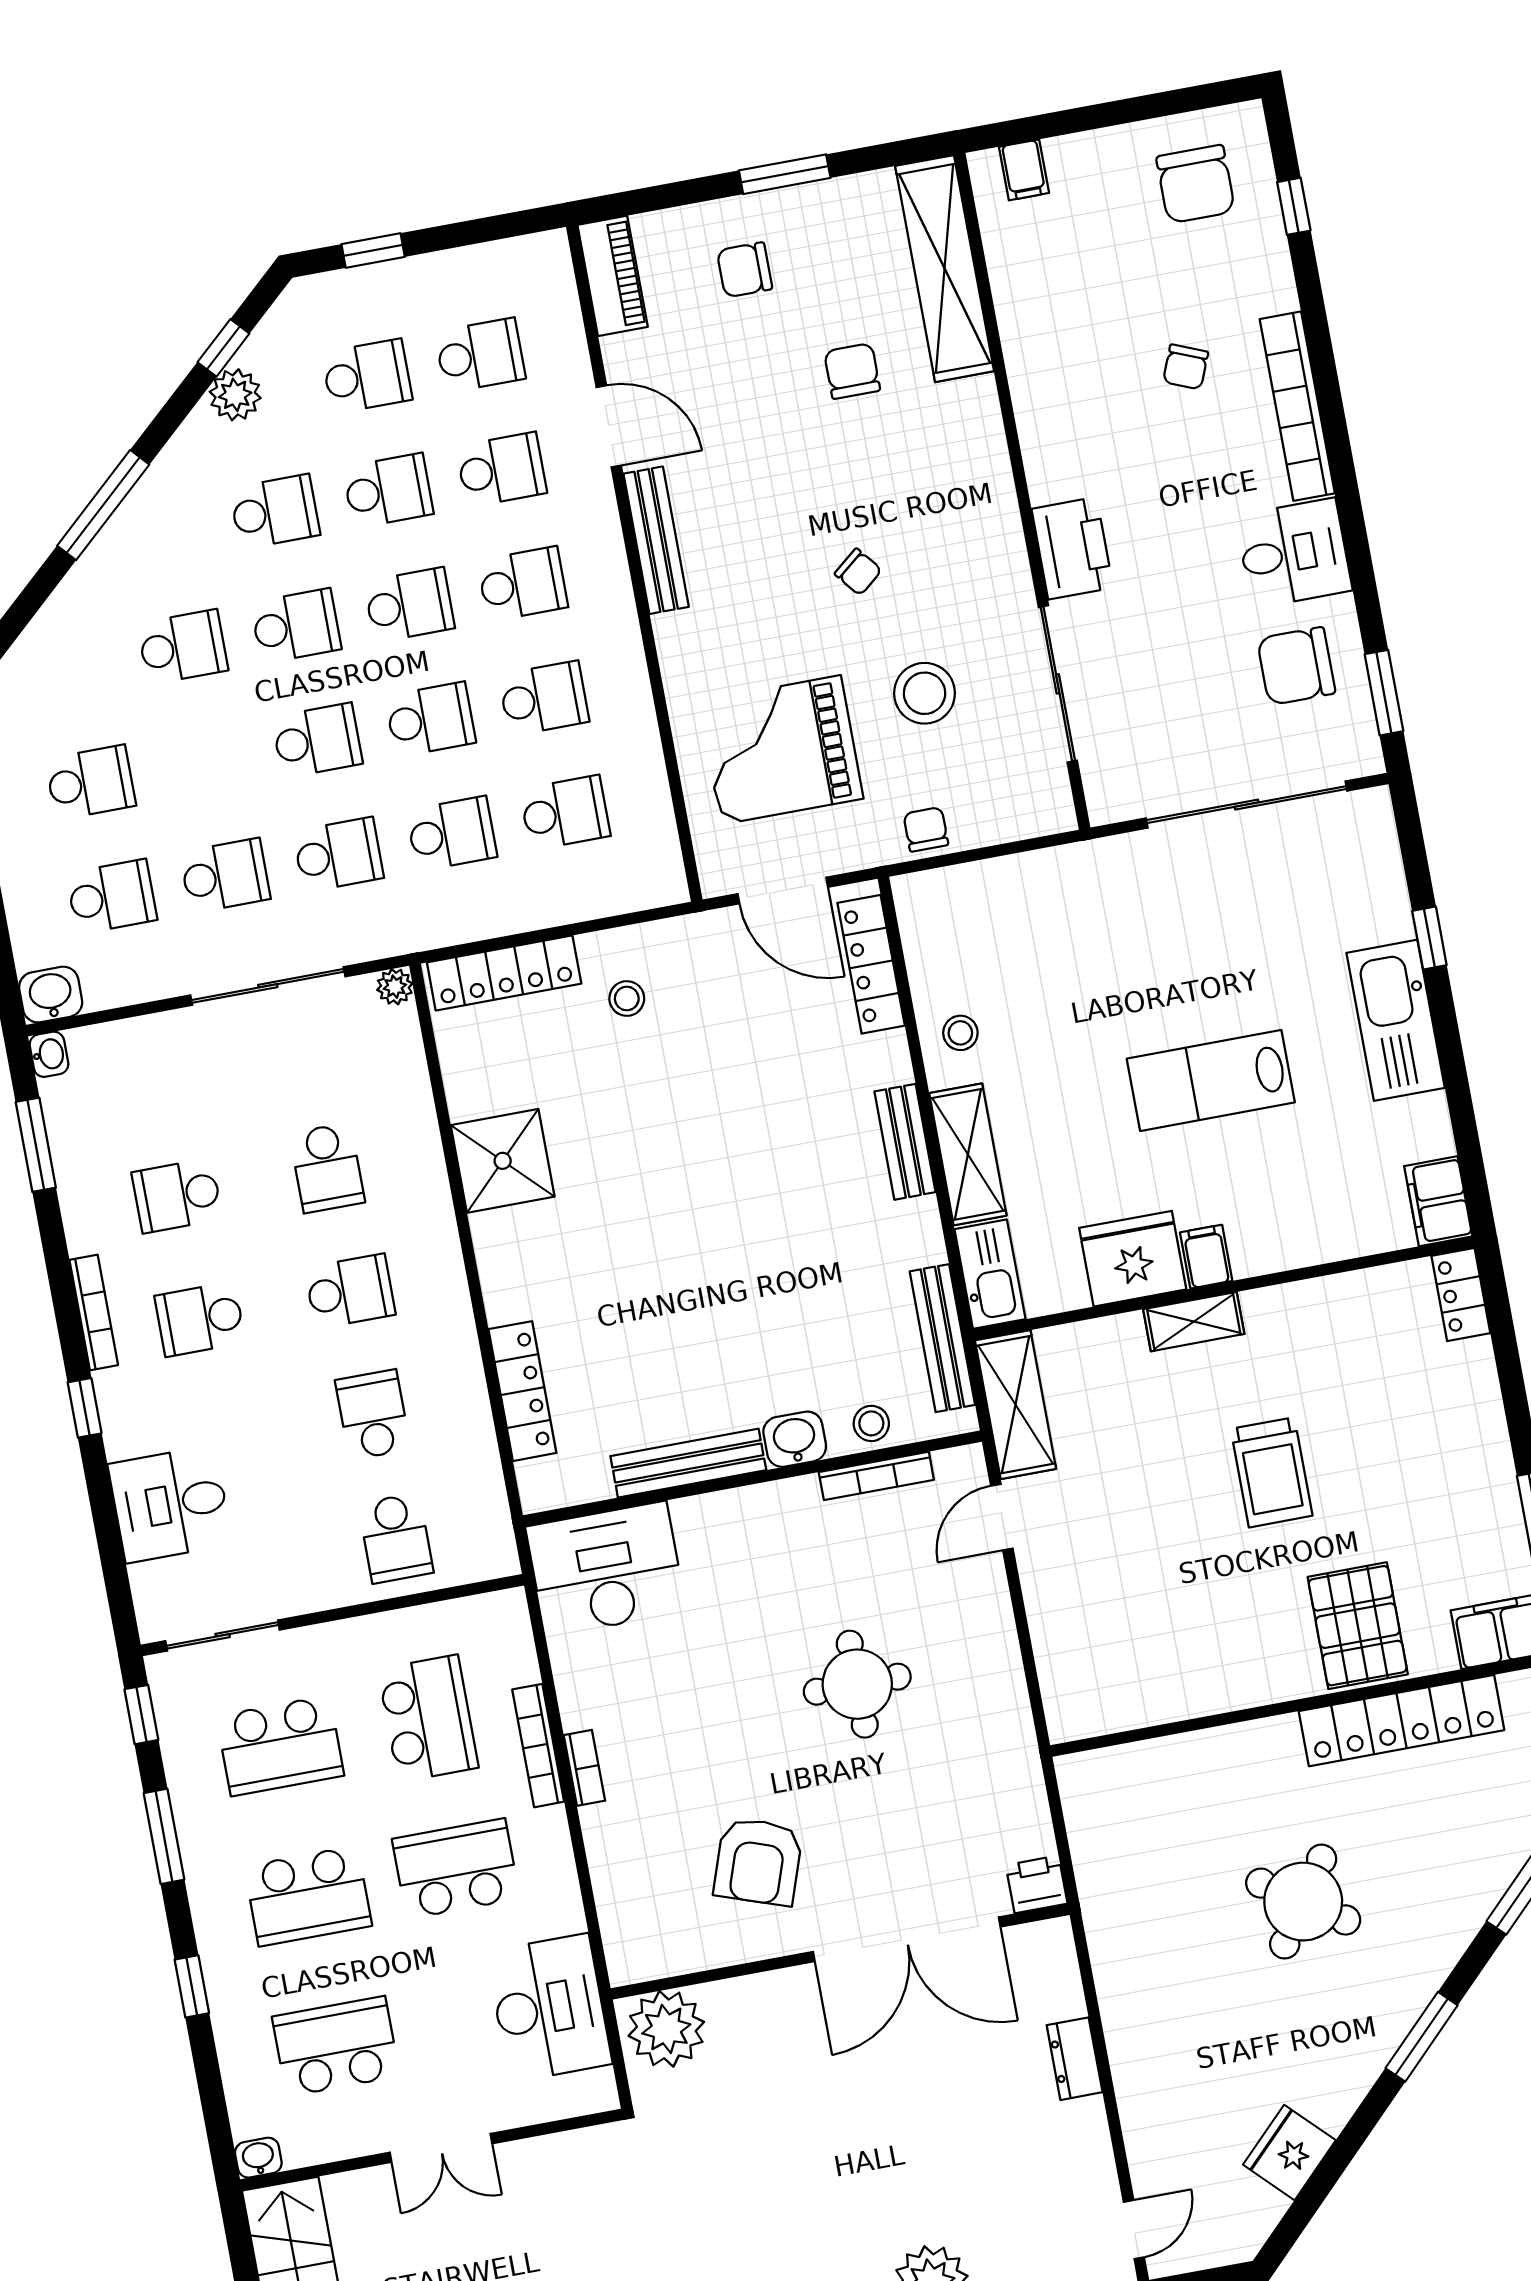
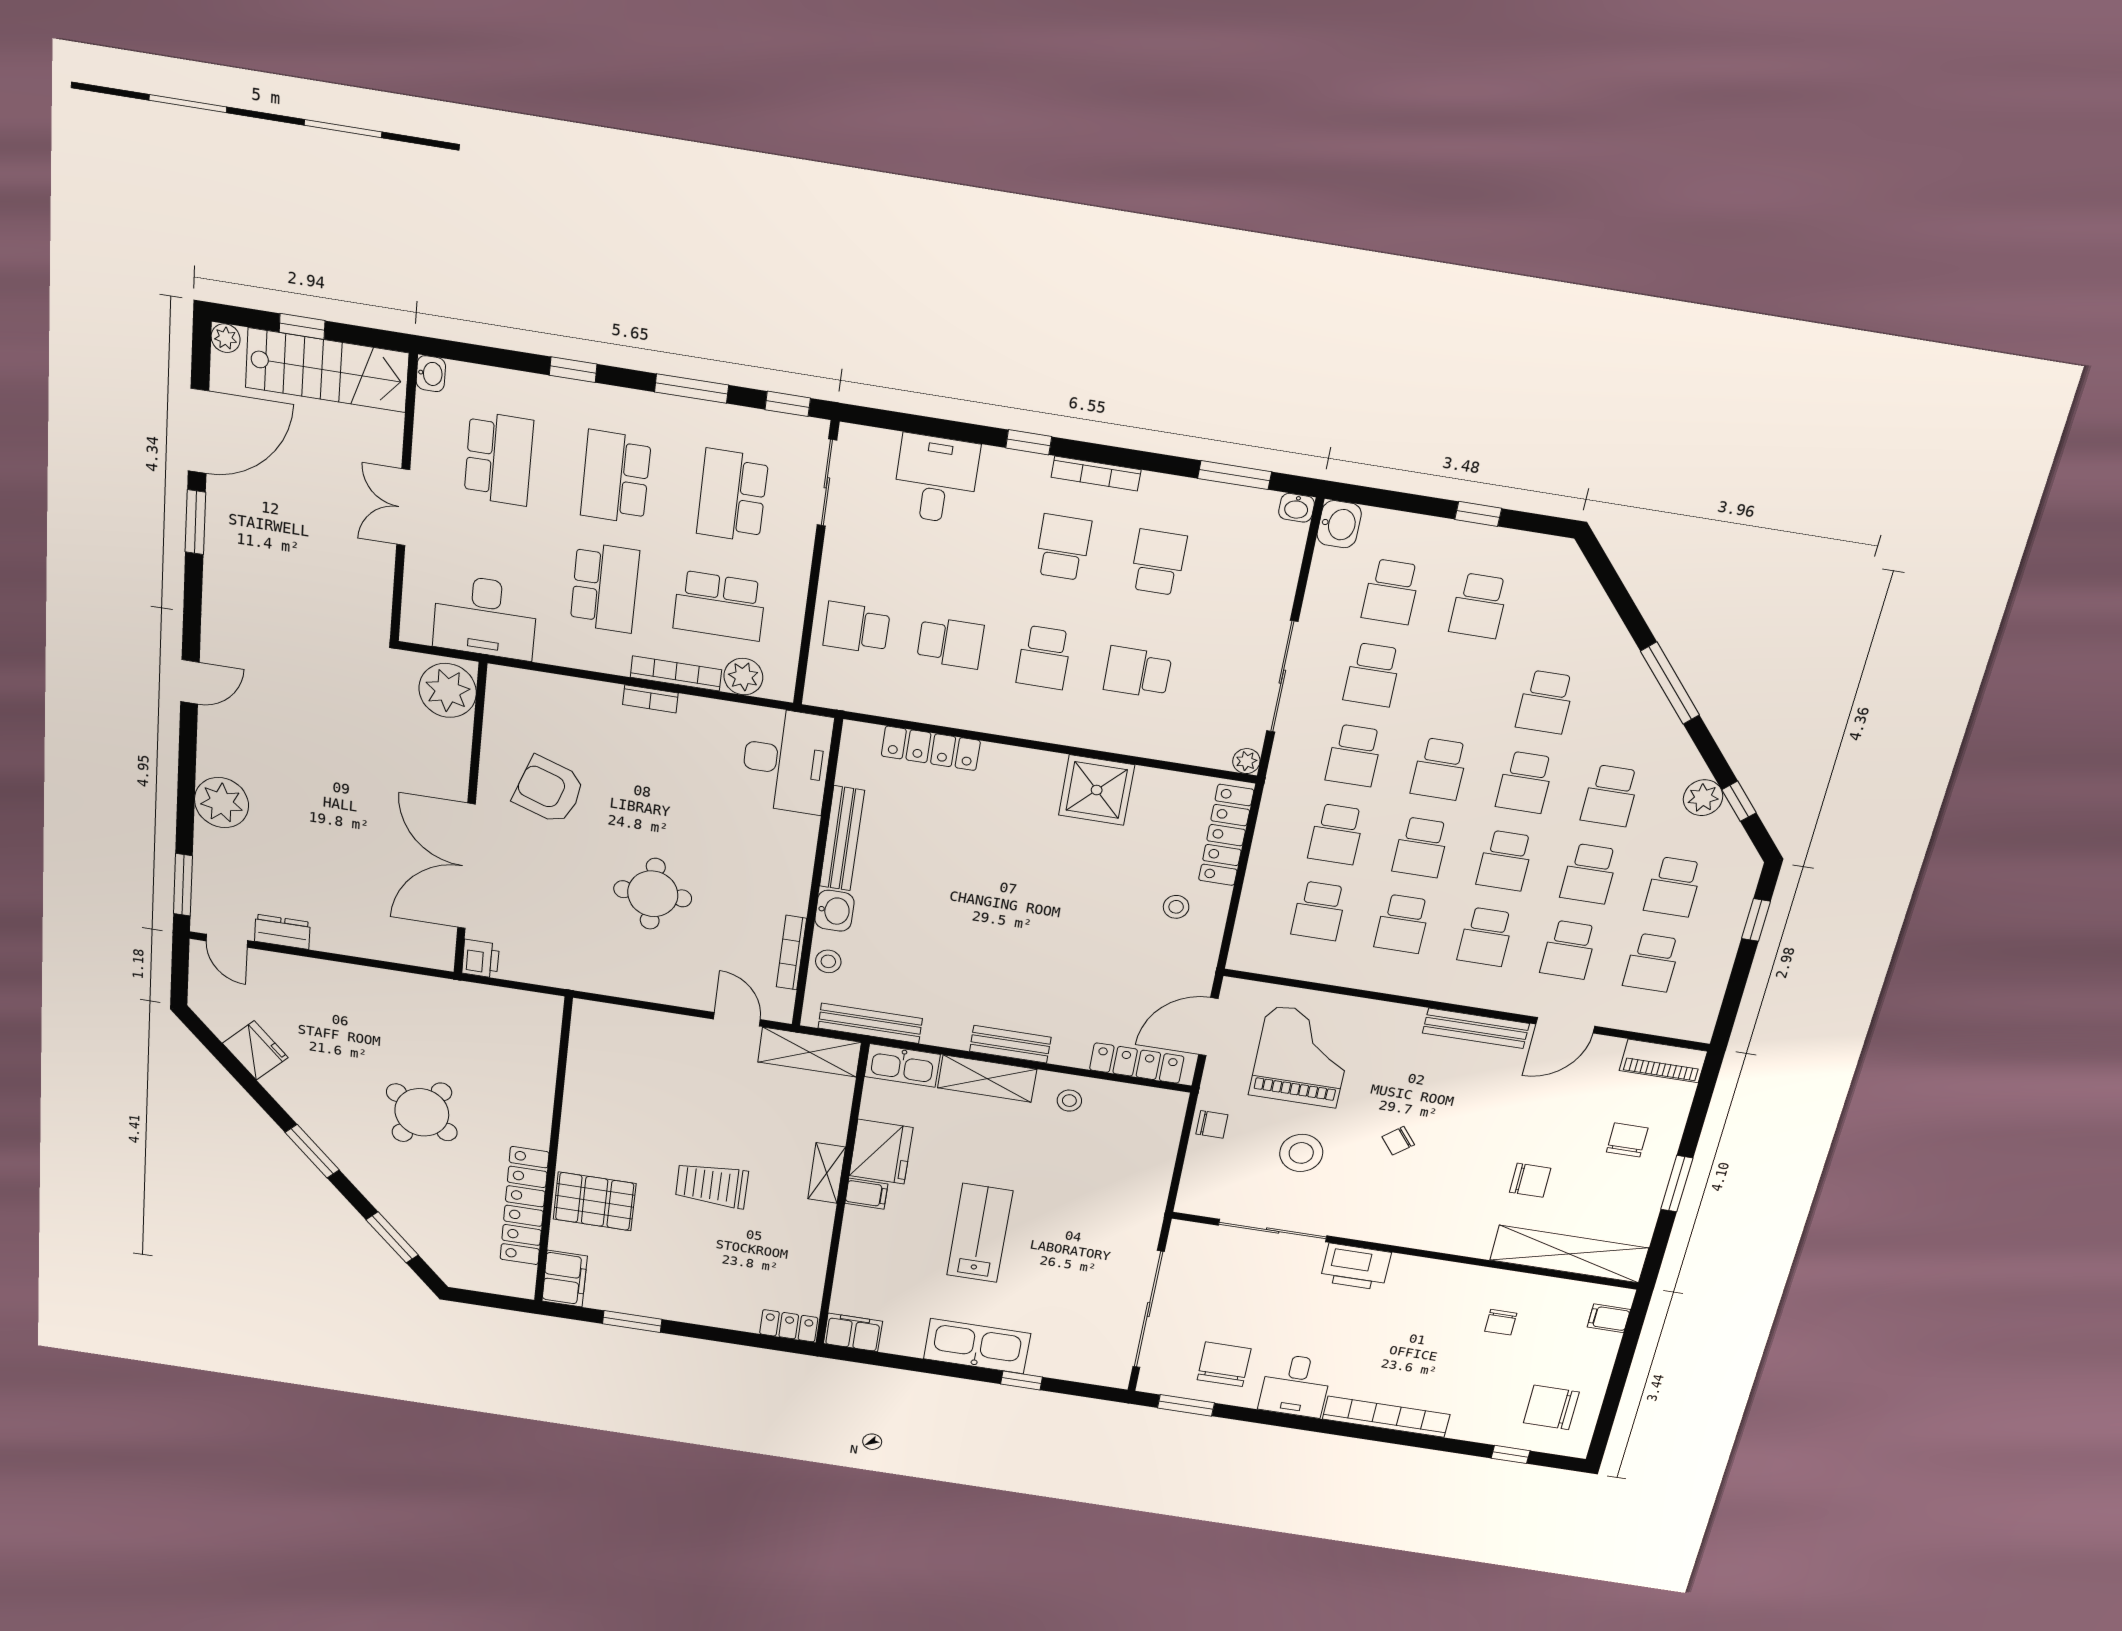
chair: (1186, 367) -> (1501, 1322), moved, turned -112
plant: (512, 1659) -> (743, 677), added
dresser: (1075, 2059) -> (282, 932), moved

